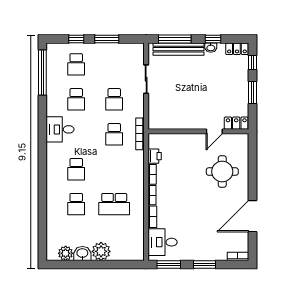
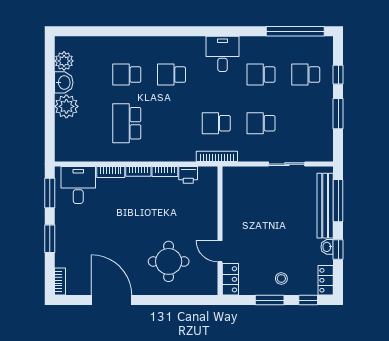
stool: (236, 83) -> (281, 278), added

